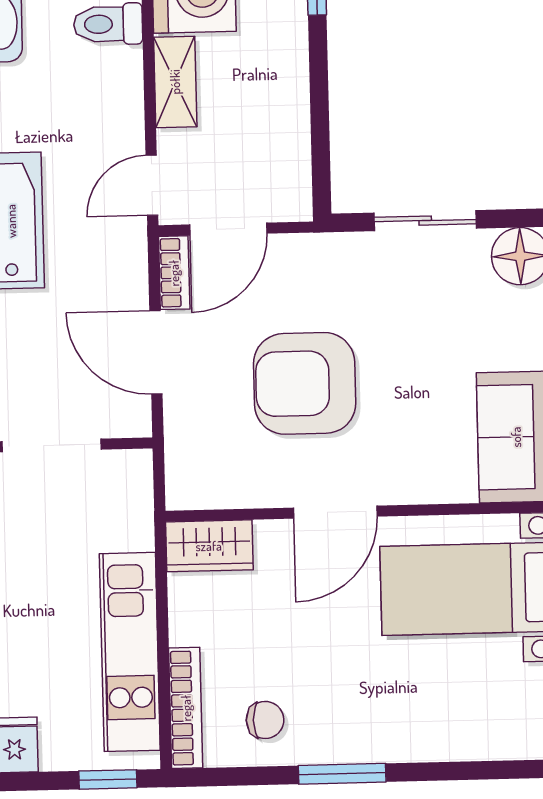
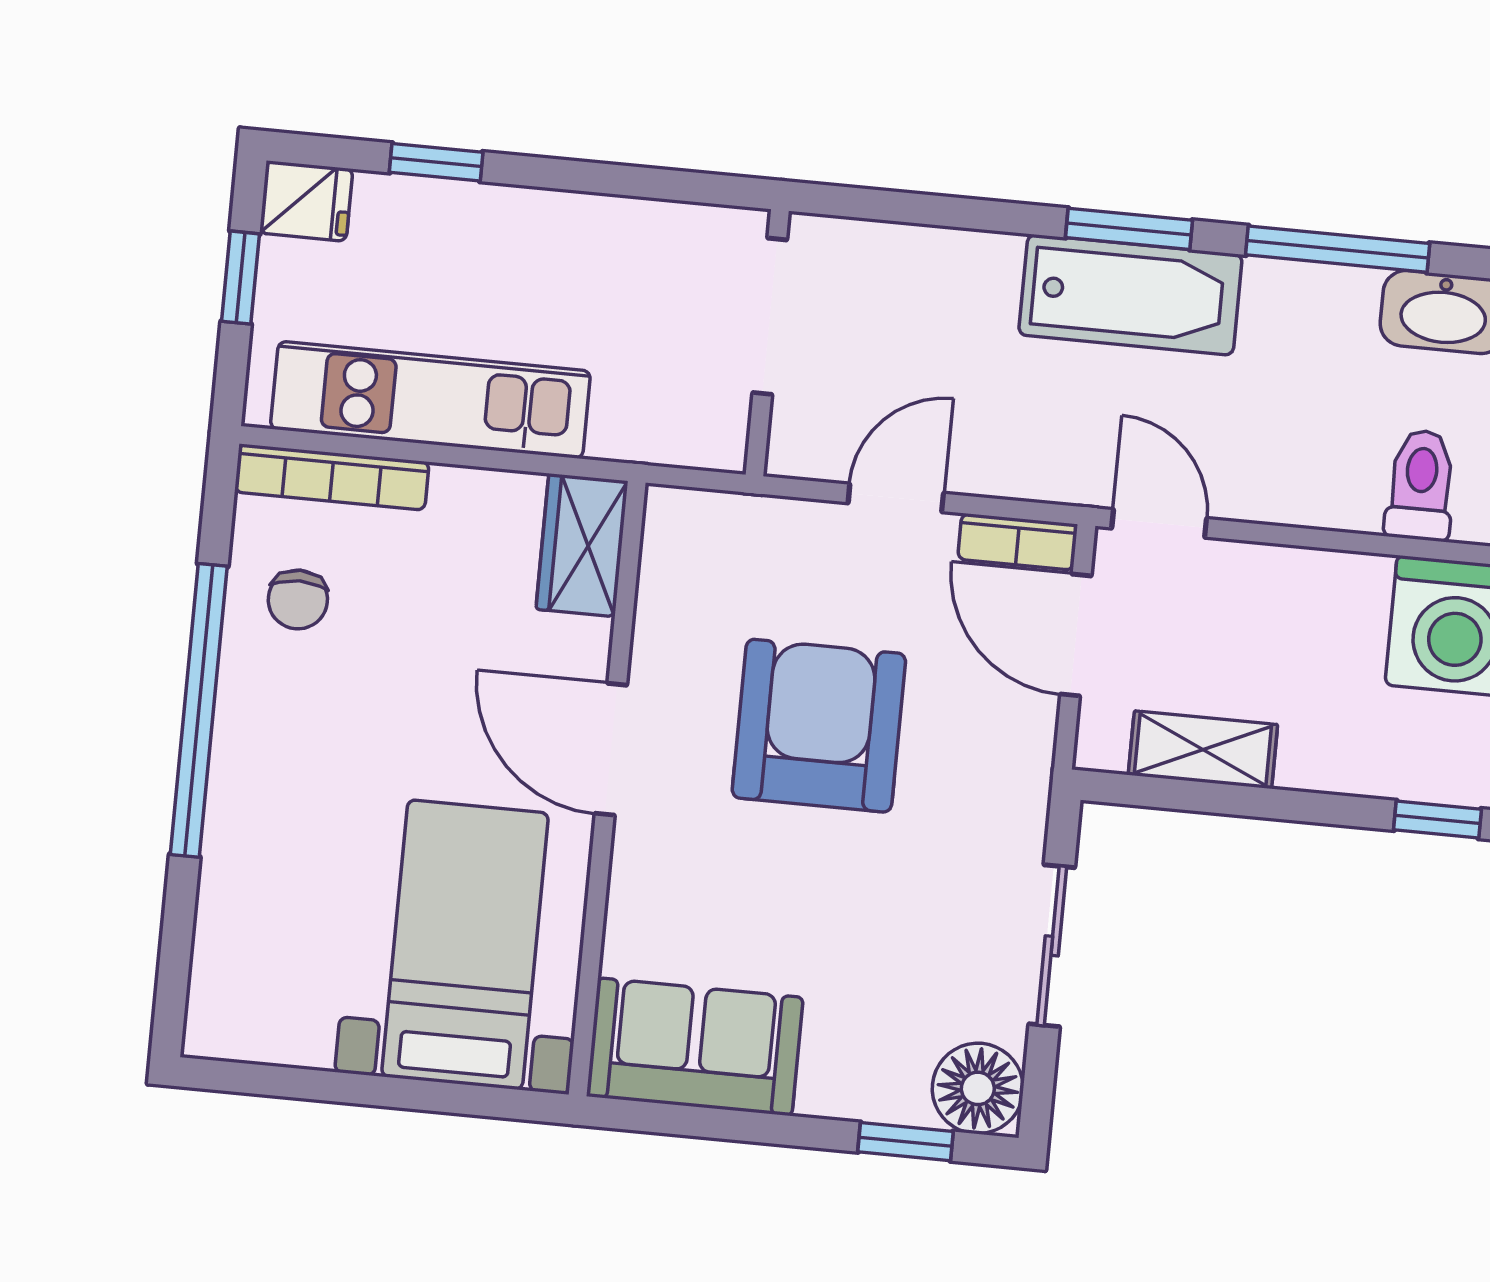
shelving: (175, 82) -> (1203, 750), moved
door: (156, 352) -> (896, 498), width x0.73
window: (342, 774) -> (199, 710), width x2.11
window: (108, 779) -> (240, 278), moved

